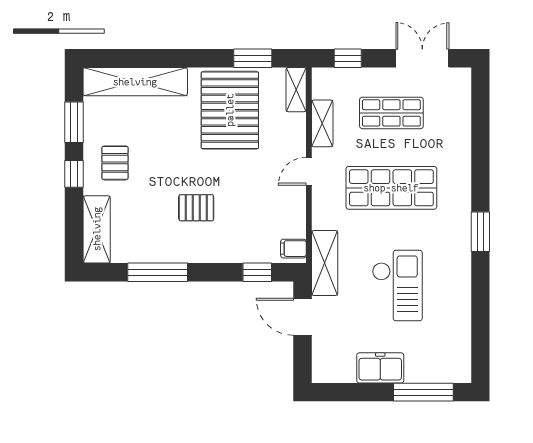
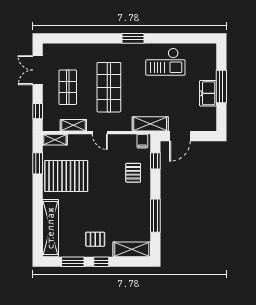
pallet: (196, 208) -> (133, 173), moved
checkout: (397, 286) -> (165, 62), moved, turned 180
window: (423, 392) -> (221, 86), moved

